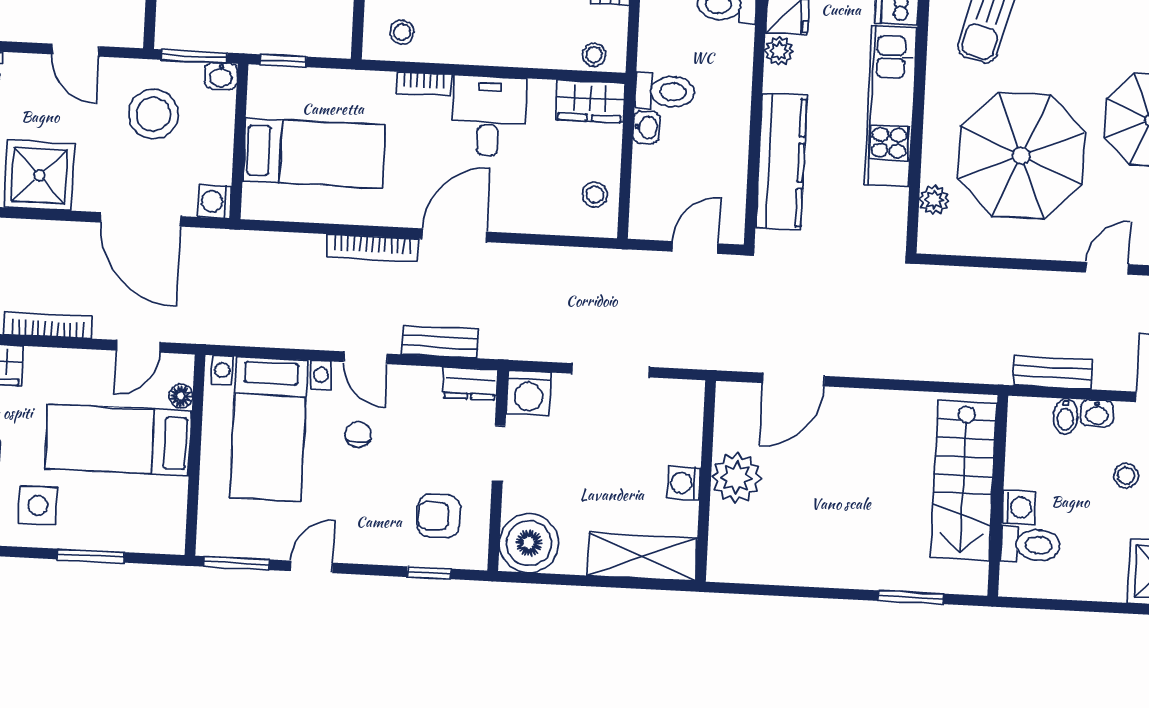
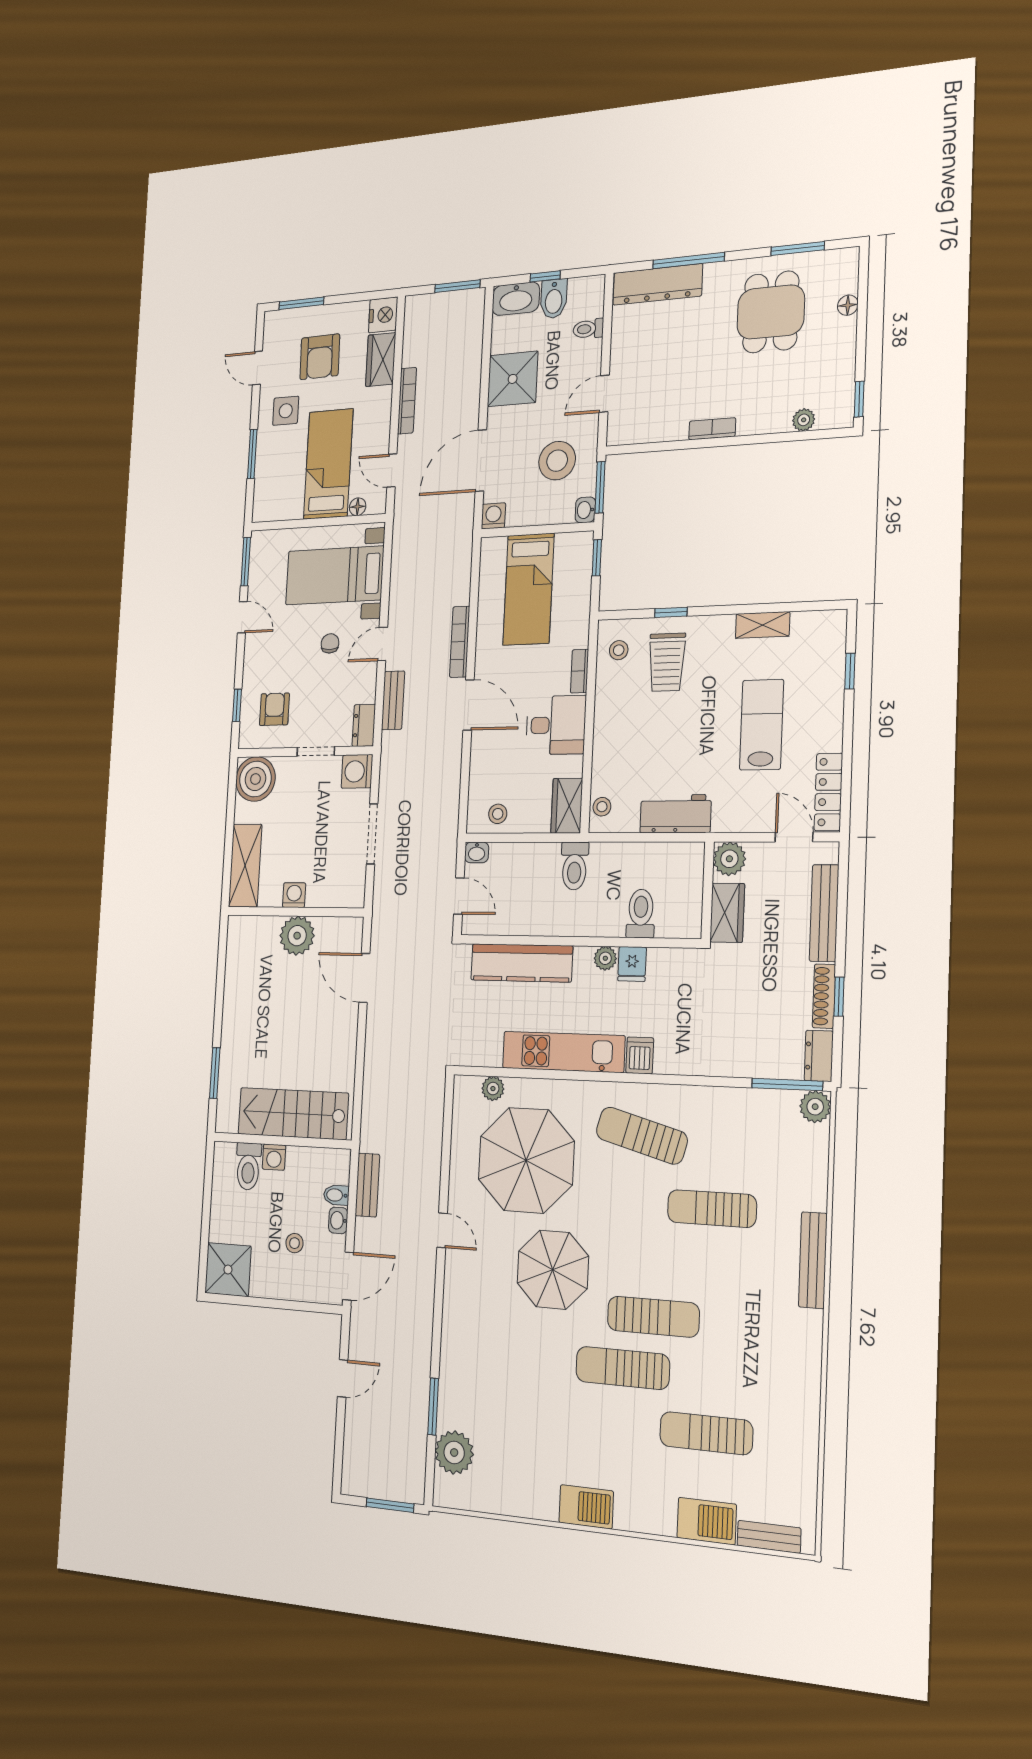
washbasin: (646, 127) -> (477, 852), moved
chair: (358, 435) -> (330, 643), turned -90

